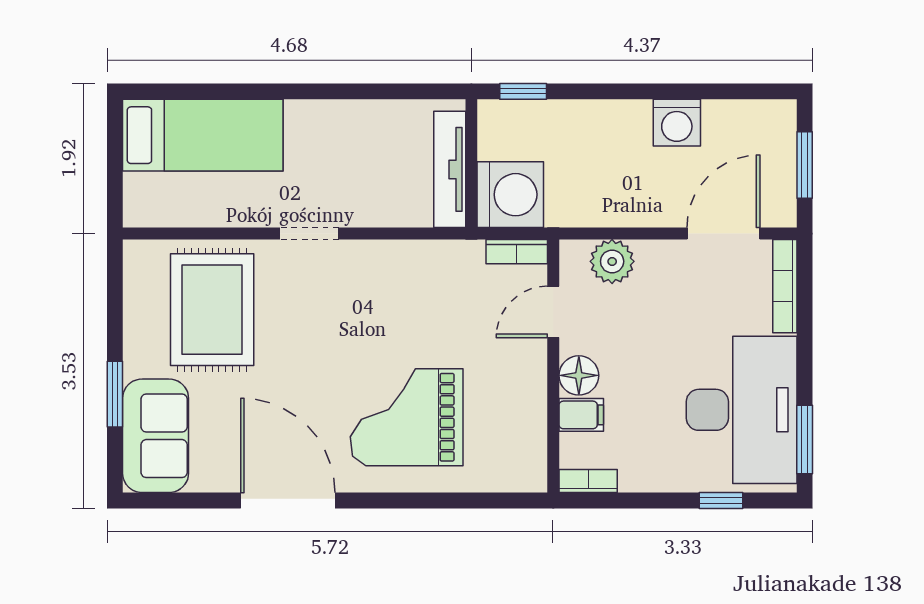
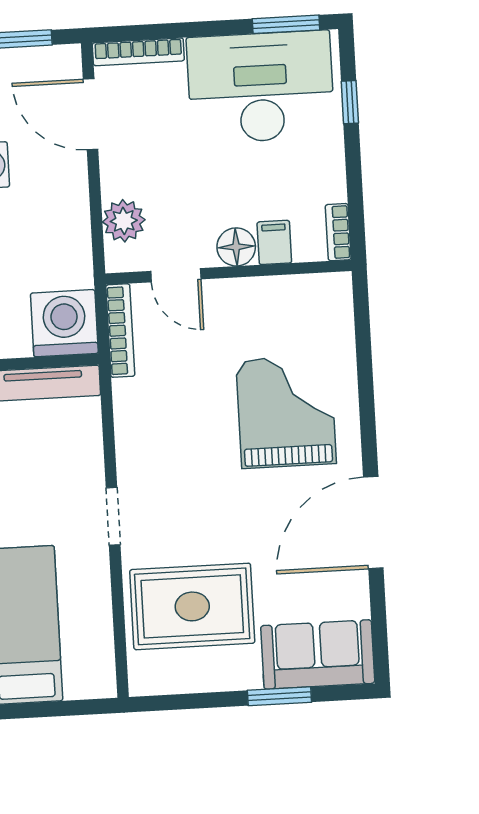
bookcase: (517, 252) -> (120, 331), width x1.56
grand piano: (407, 417) -> (286, 412), turned 180

